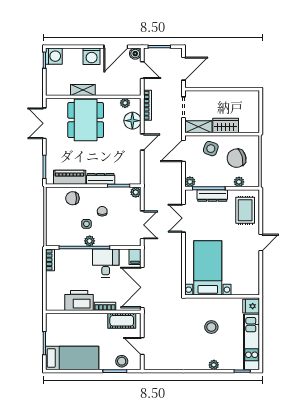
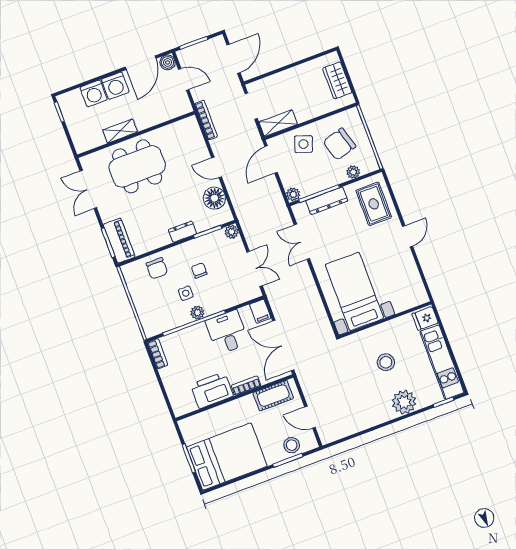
washing machine: (54, 56) -> (94, 94), moved, turned 90
plant: (125, 103) -> (178, 128), removed
dining table: (86, 120) -> (137, 166), turned 90
floor lamp: (132, 121) -> (214, 198), moved
wardrobe: (226, 126) -> (337, 80), moved, turned -90
door: (142, 142) -> (217, 167), swing flipped
piano: (70, 177) -> (119, 241), moved, turned 90
dresser: (101, 179) -> (182, 232), width x0.70
chair: (72, 198) -> (157, 268), turned -90
bed: (72, 358) -> (227, 457), width x1.50
plant: (214, 365) -> (404, 402), width x1.88, depth x1.88

